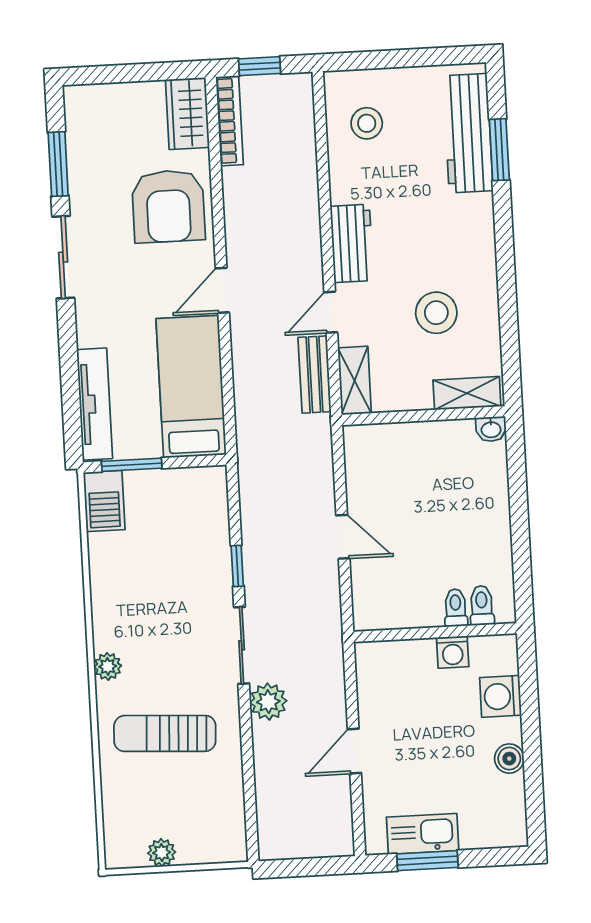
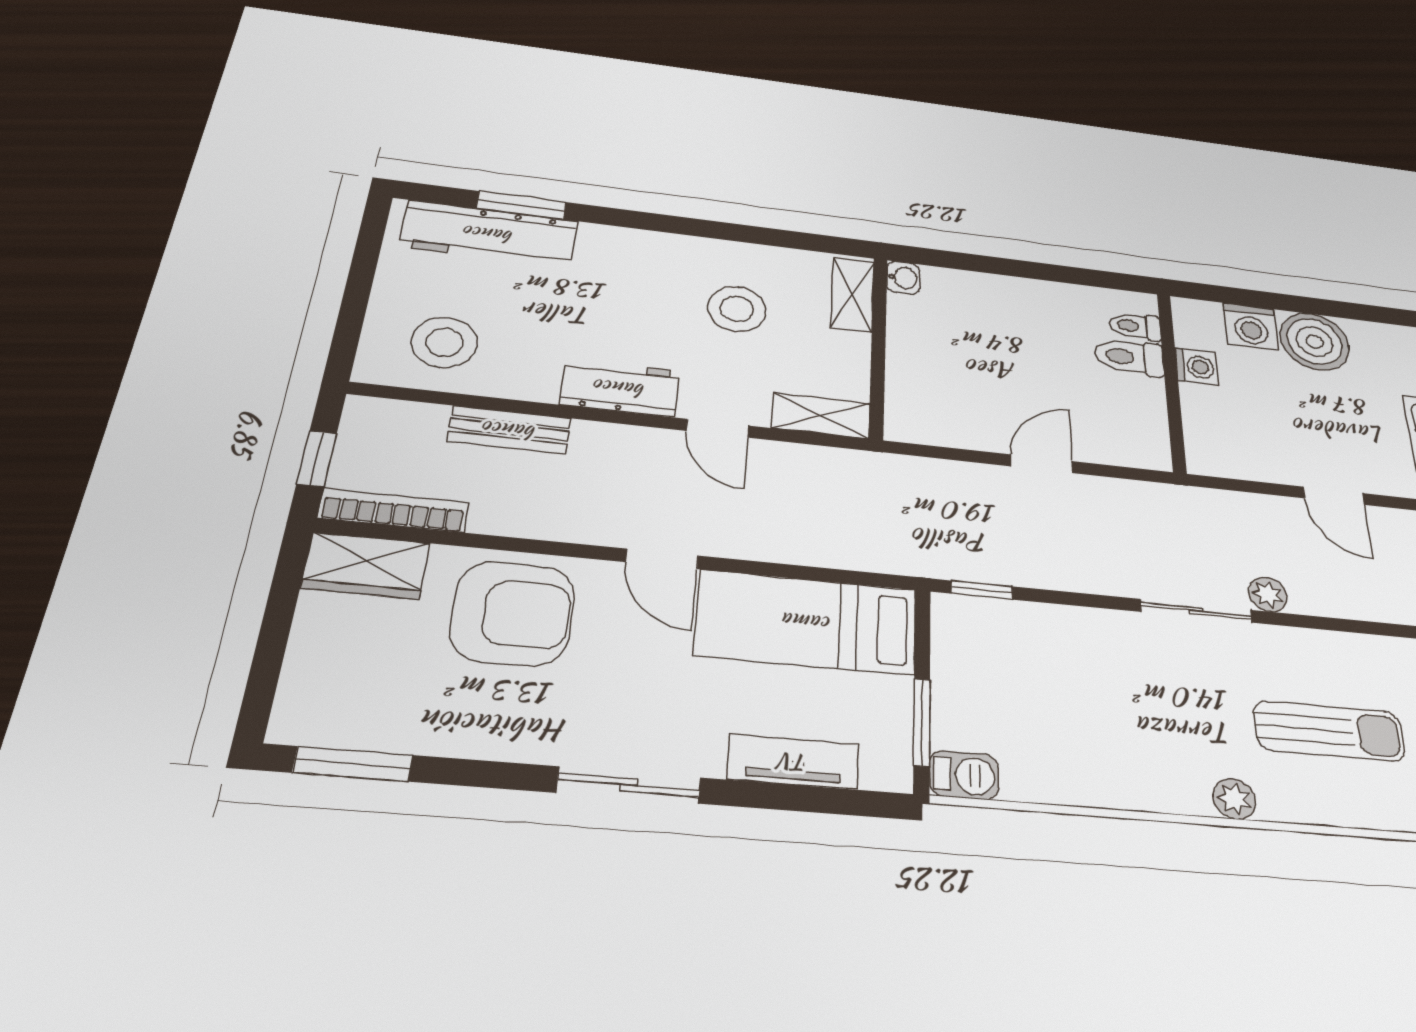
stool: (367, 123) -> (444, 342), width x1.38, depth x1.38
window: (58, 164) -> (353, 764), moved
sliding door: (63, 257) -> (629, 785), moved
bench: (315, 375) -> (510, 430), moved
tv unit: (95, 404) -> (793, 762), width x0.71
barbecue: (104, 501) -> (964, 775), width x0.73, depth x0.79
window: (237, 566) -> (982, 590), moved
toilet: (456, 608) -> (1129, 357), width x1.37, depth x1.39
plant: (268, 702) -> (1268, 594), width x0.73, depth x0.73
sun lounger: (165, 733) -> (1329, 731), turned -93
boiler: (509, 759) -> (1315, 342), width x1.86, depth x1.86

